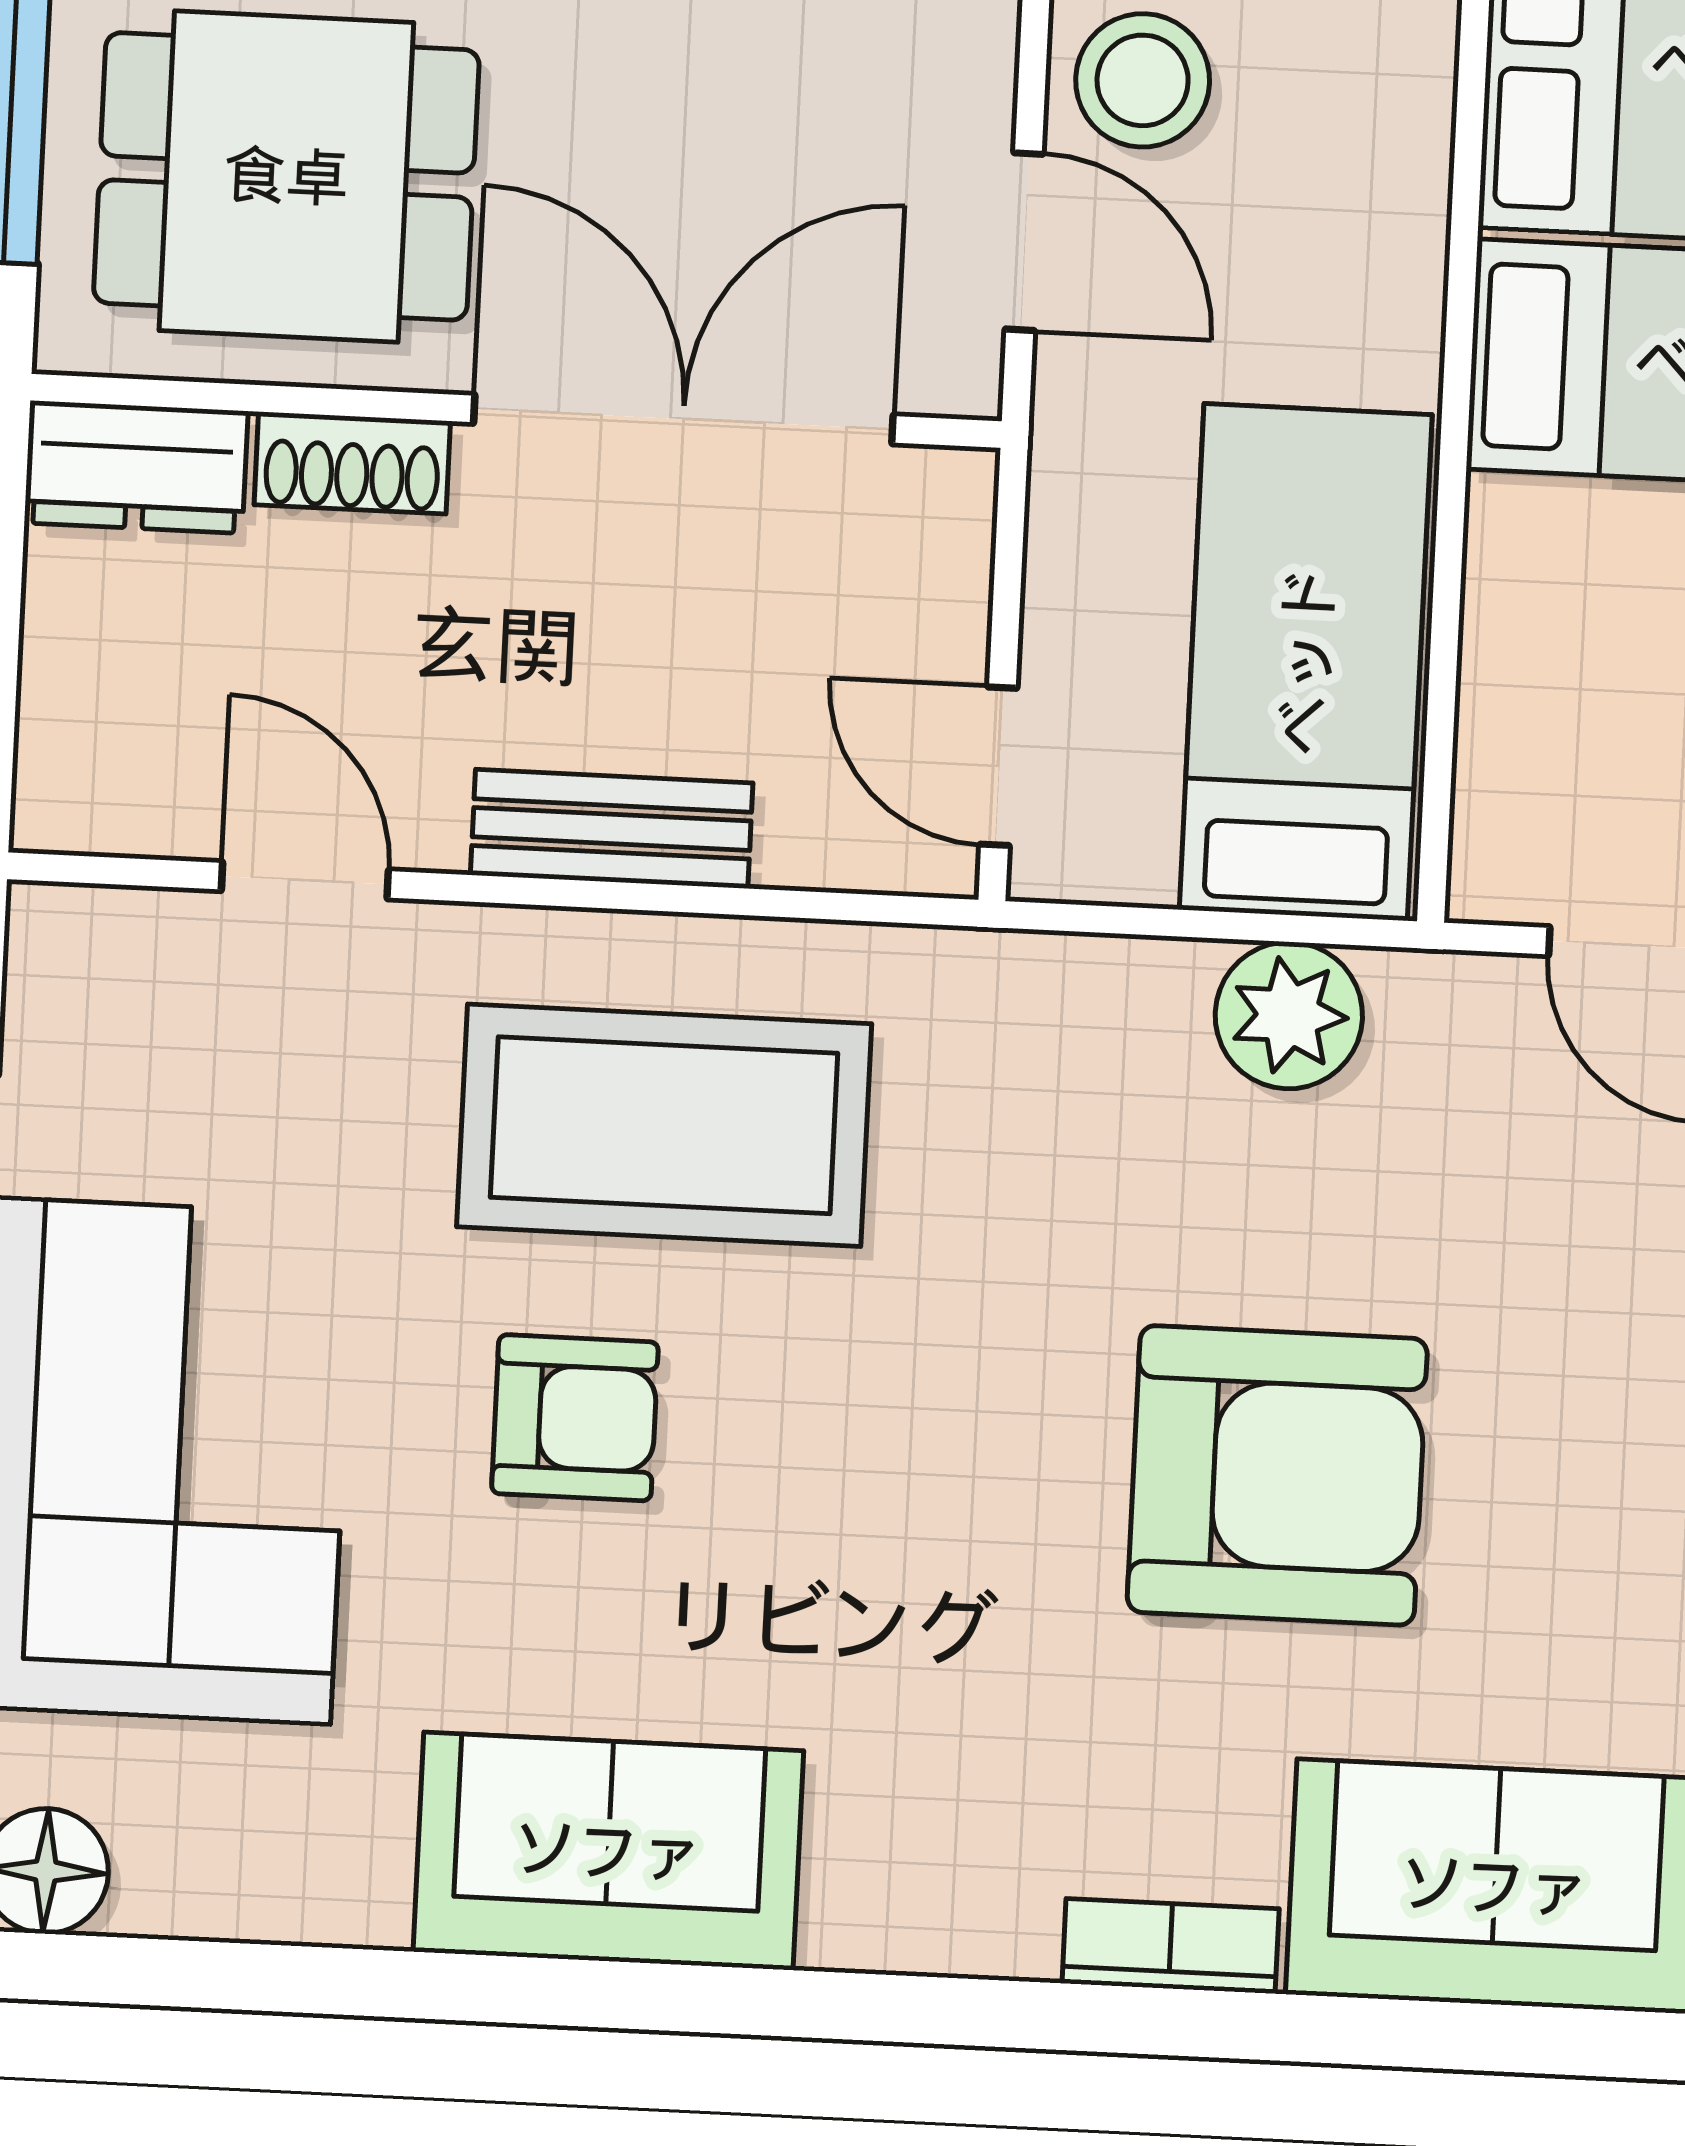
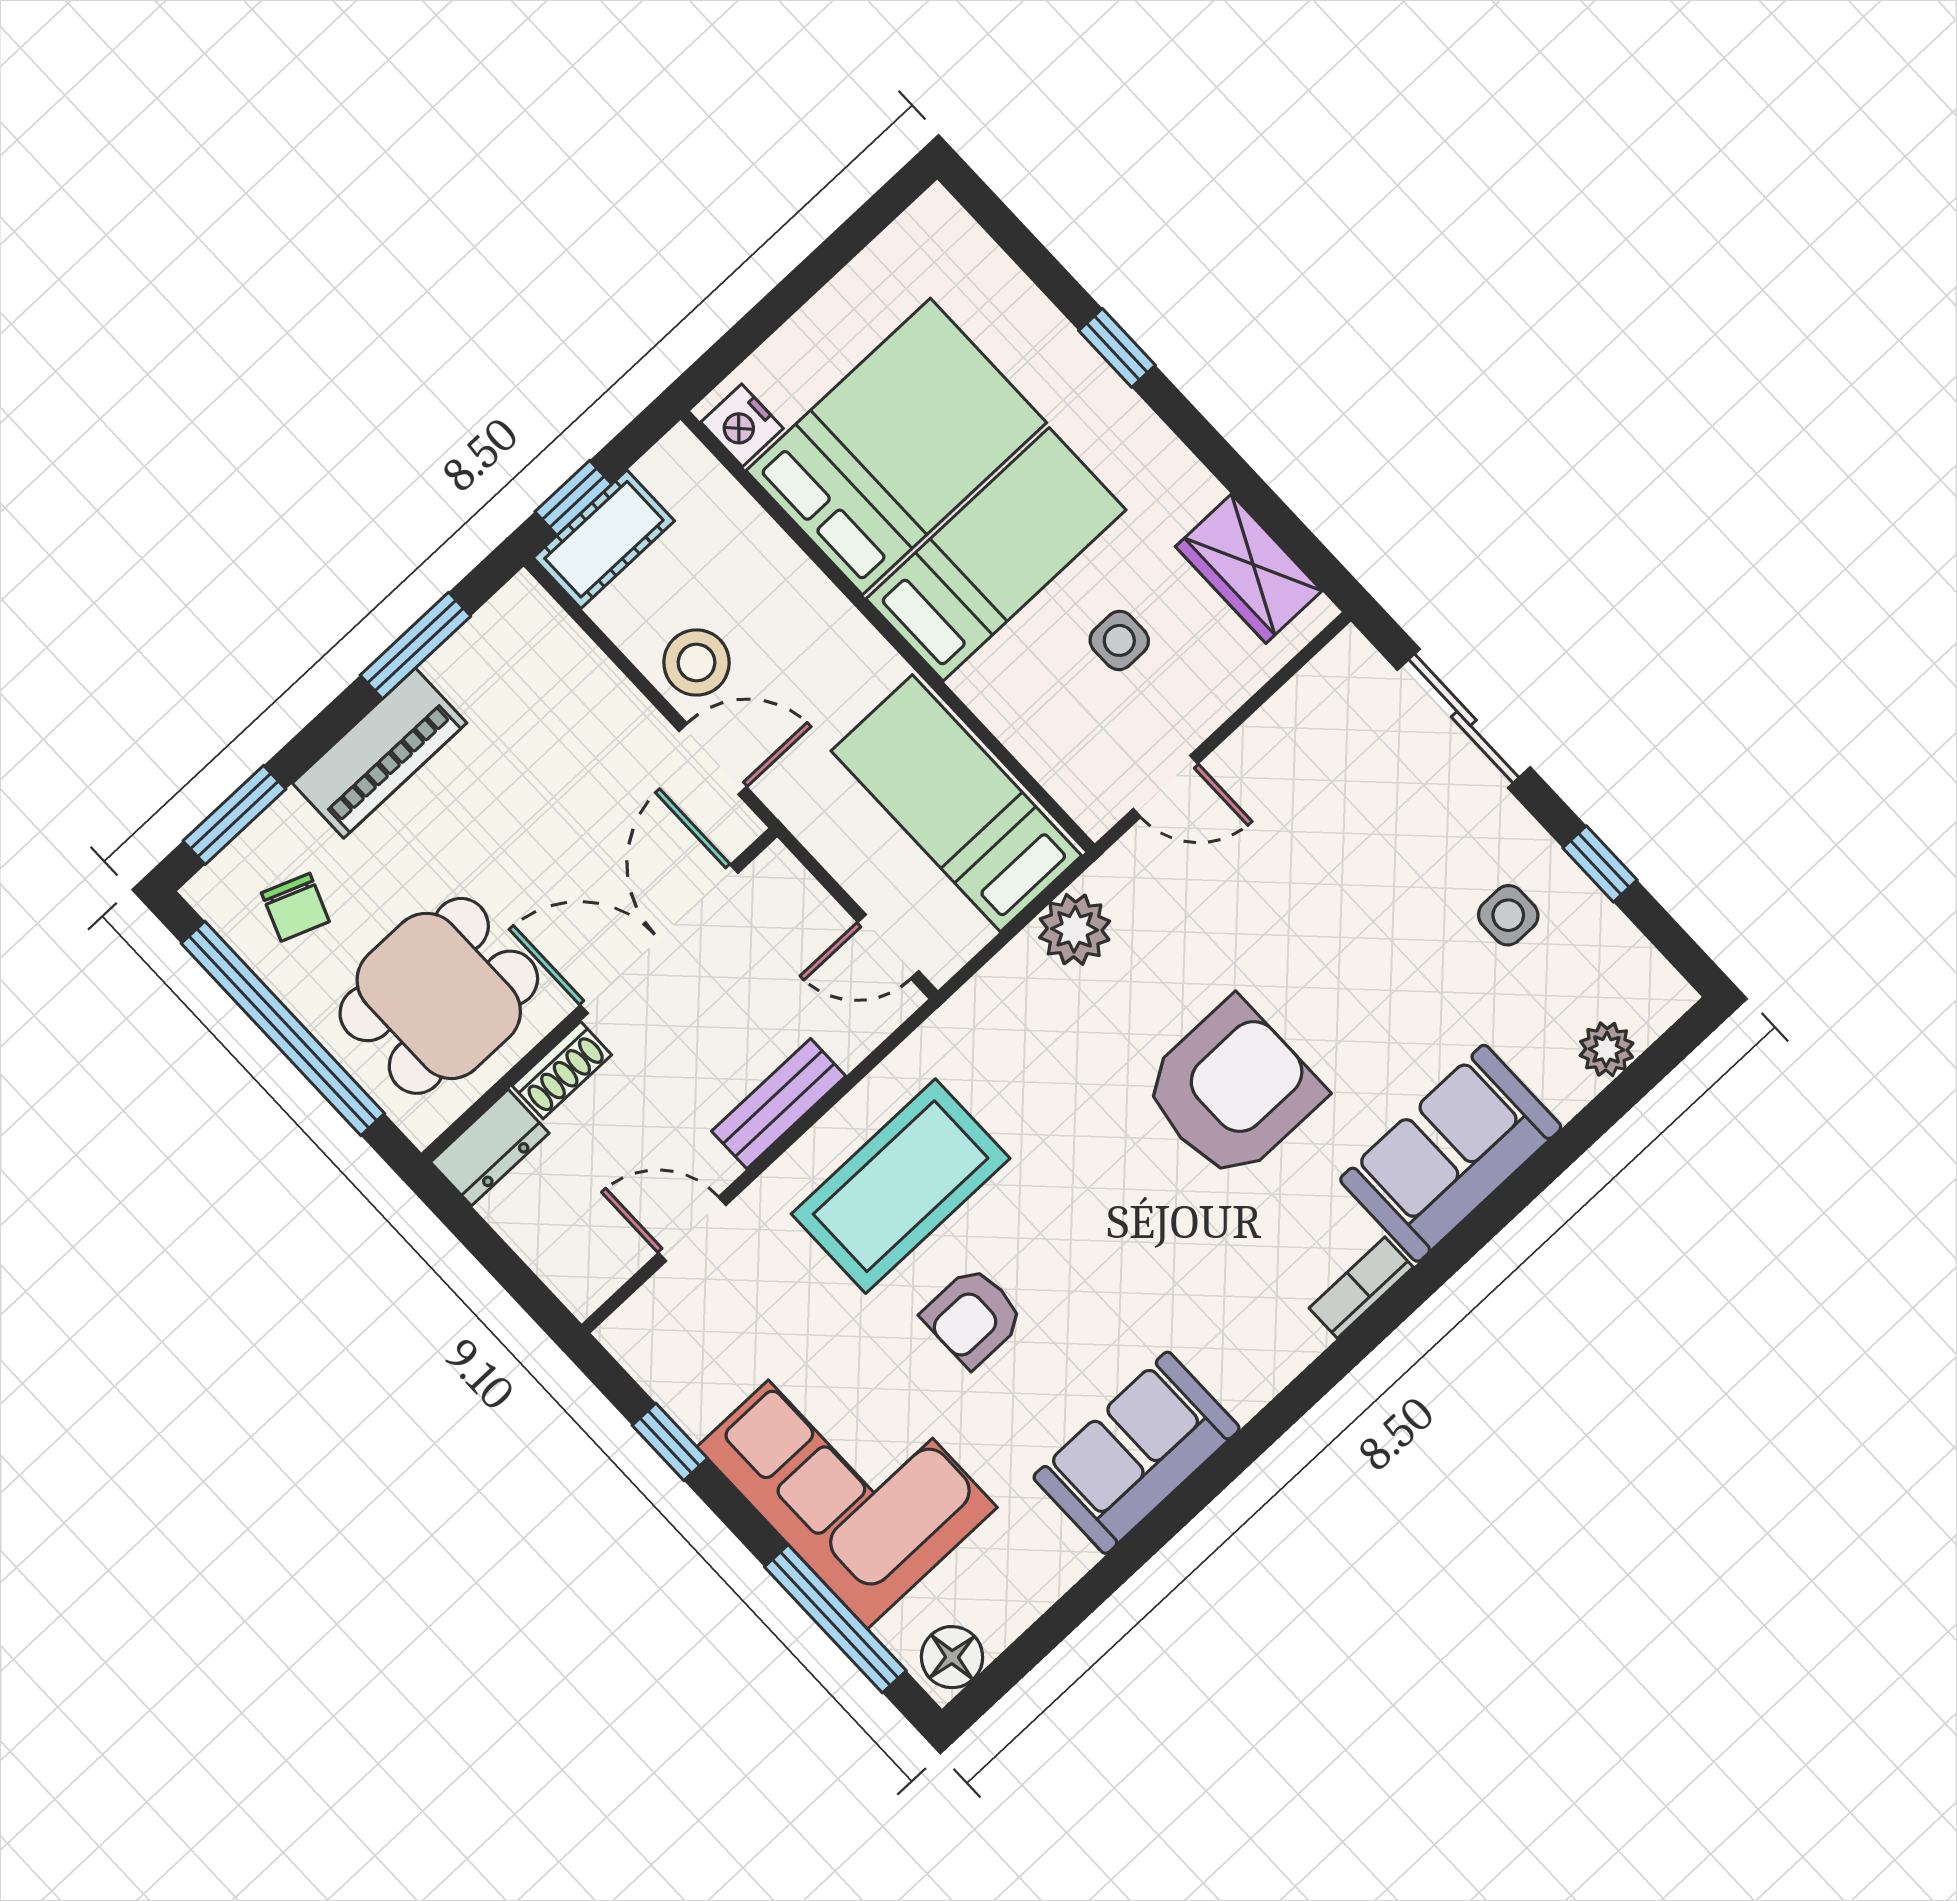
armchair: (575, 1418) -> (973, 1317), turned 180

